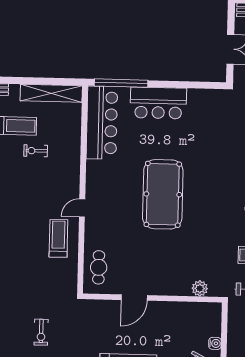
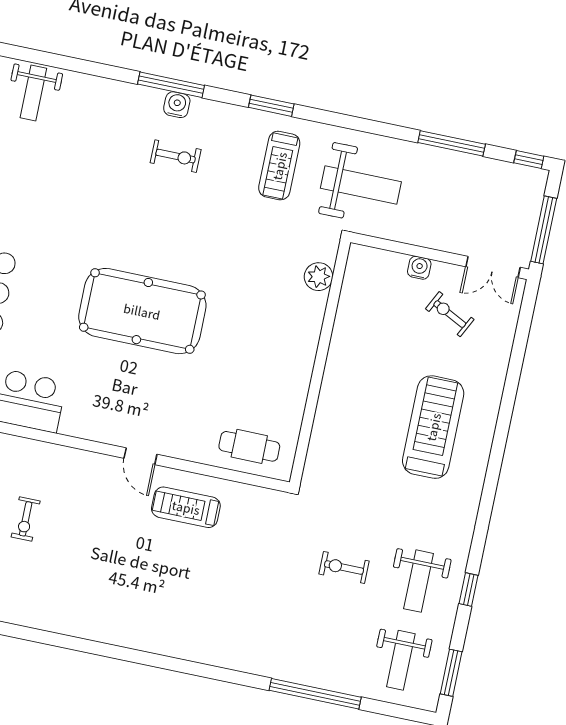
door: (134, 298) -> (313, 394), removed
exercise bike: (41, 332) -> (344, 568), turned 180

